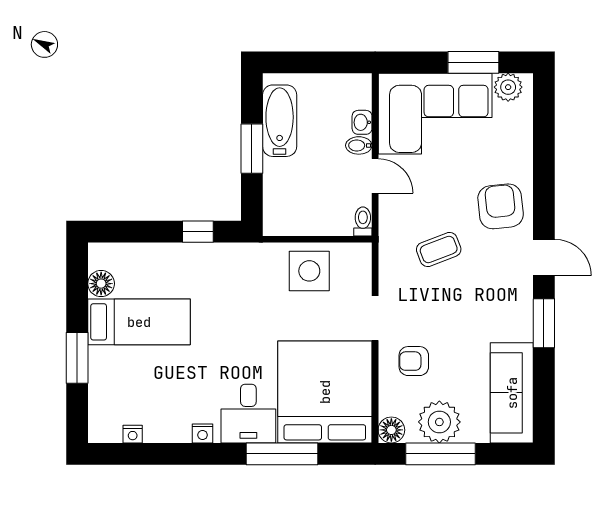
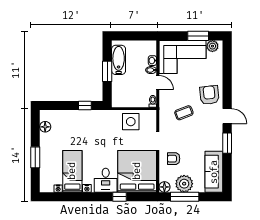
bed: (139, 322) -> (72, 171), moved, turned -90
window: (282, 454) -> (120, 197), width x0.46

